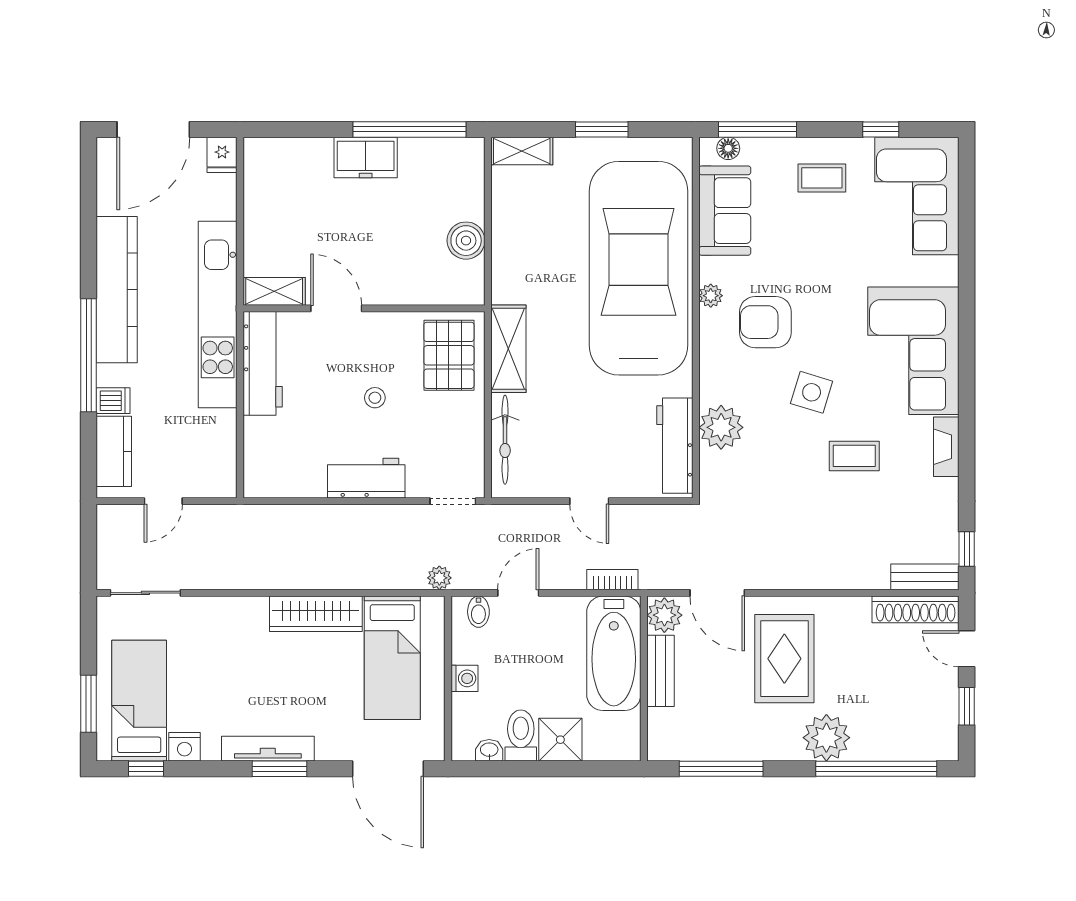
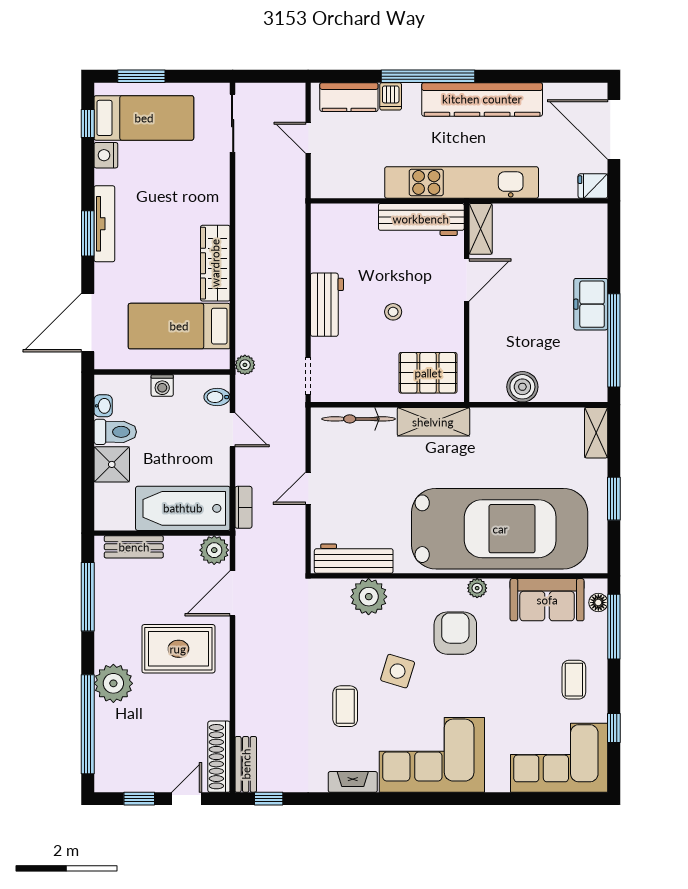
bench: (661, 671) -> (134, 547), moved

